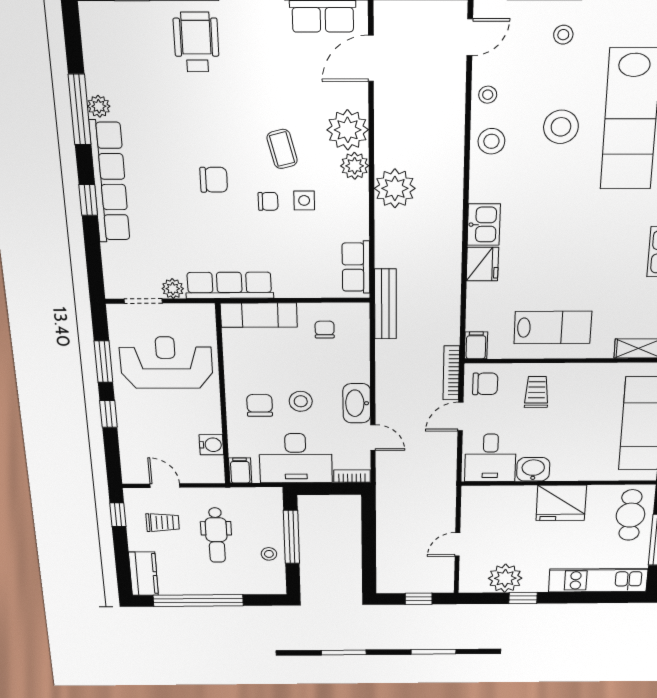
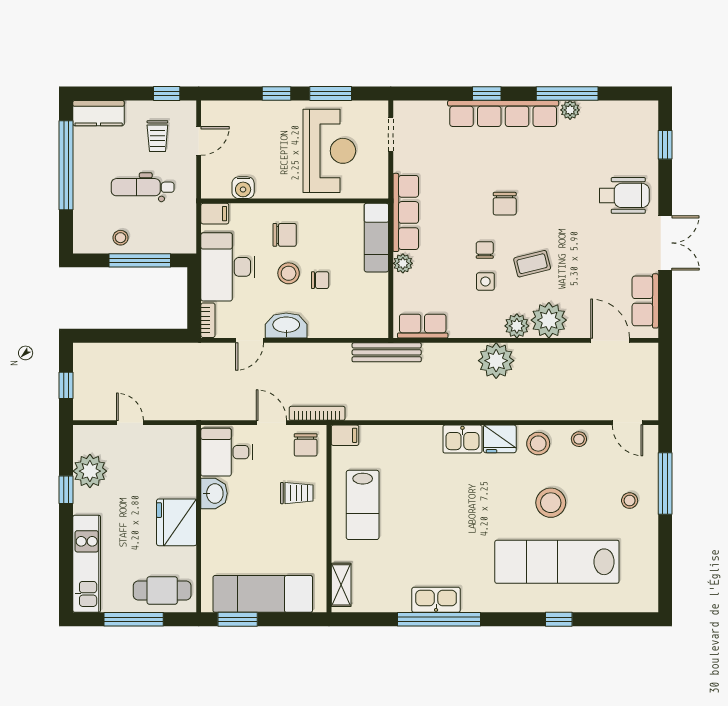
chair: (268, 201) -> (485, 250), turned 180
fridge: (482, 264) -> (500, 439), moved
plant: (173, 289) -> (403, 263), moved
chair: (325, 330) -> (320, 280), moved

